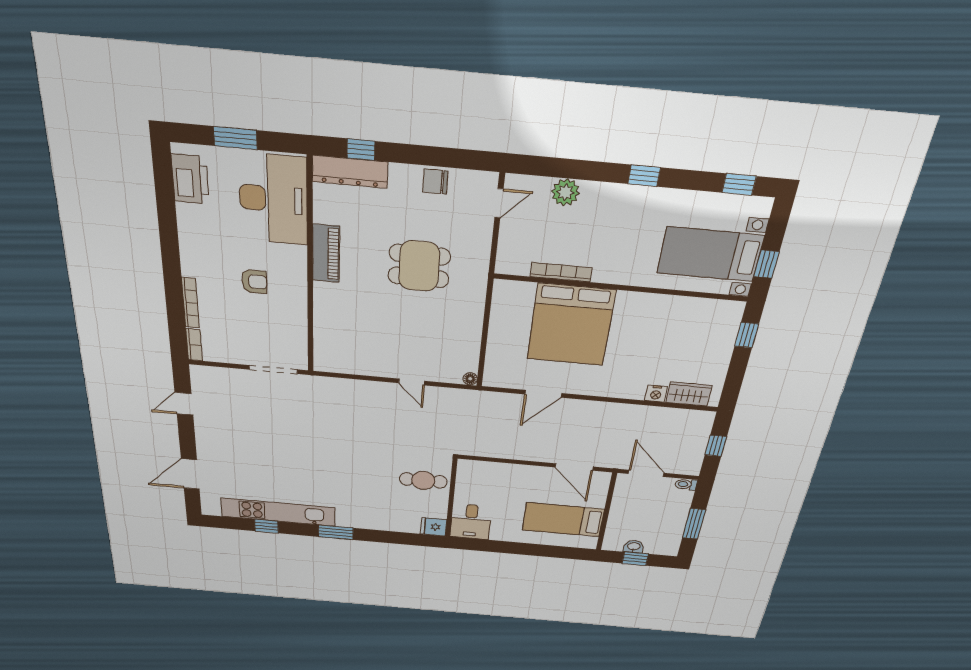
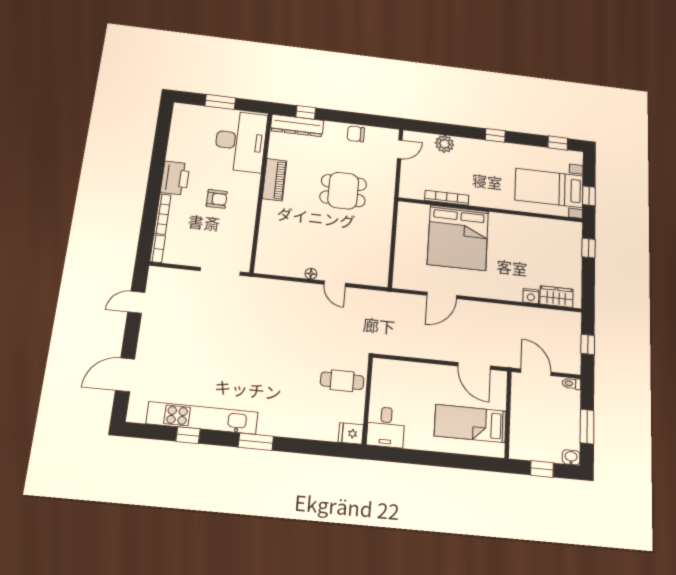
printer: (190, 179) -> (175, 178), moved
floor lamp: (470, 379) -> (311, 274), moved
washbasin: (634, 547) -> (571, 457), moved

